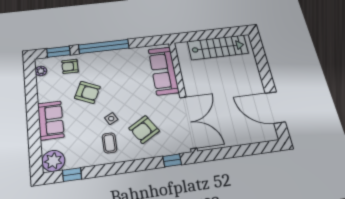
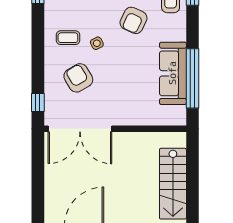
window: (104, 47) -> (192, 78), moved
sofa: (164, 71) -> (173, 73), moved, turned -90

